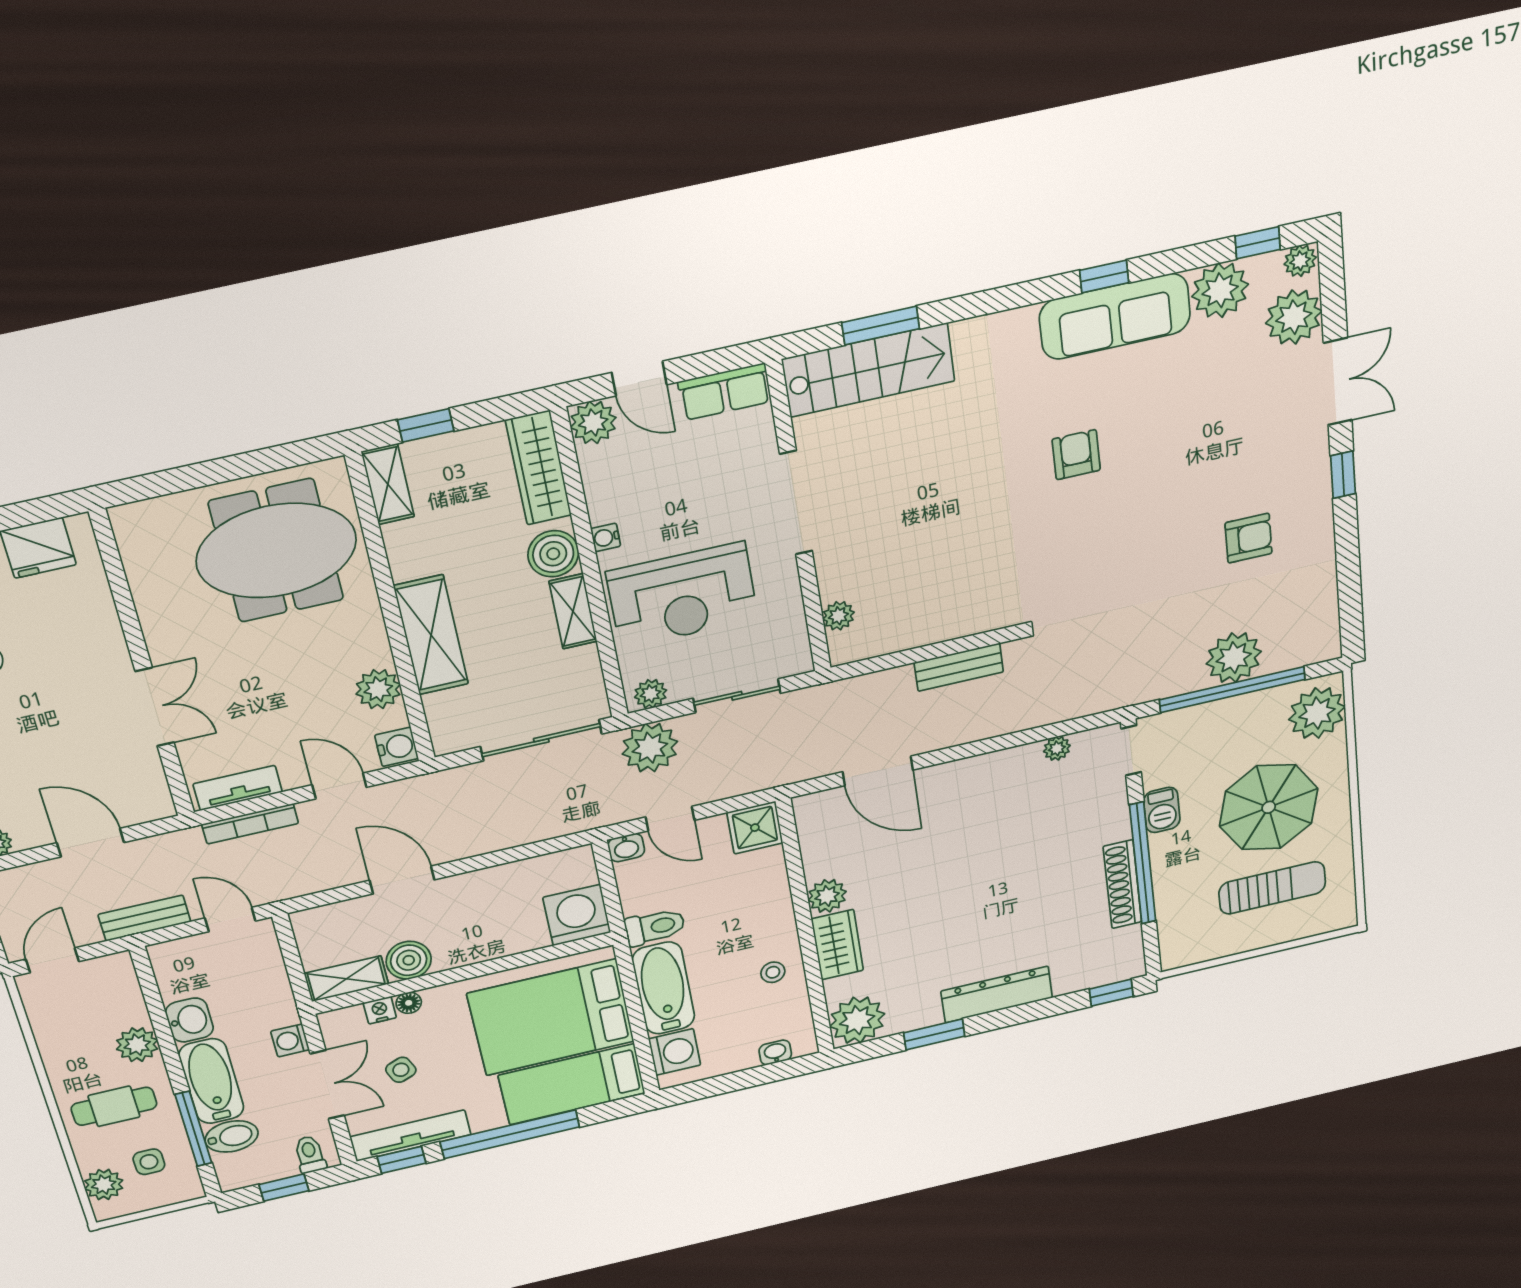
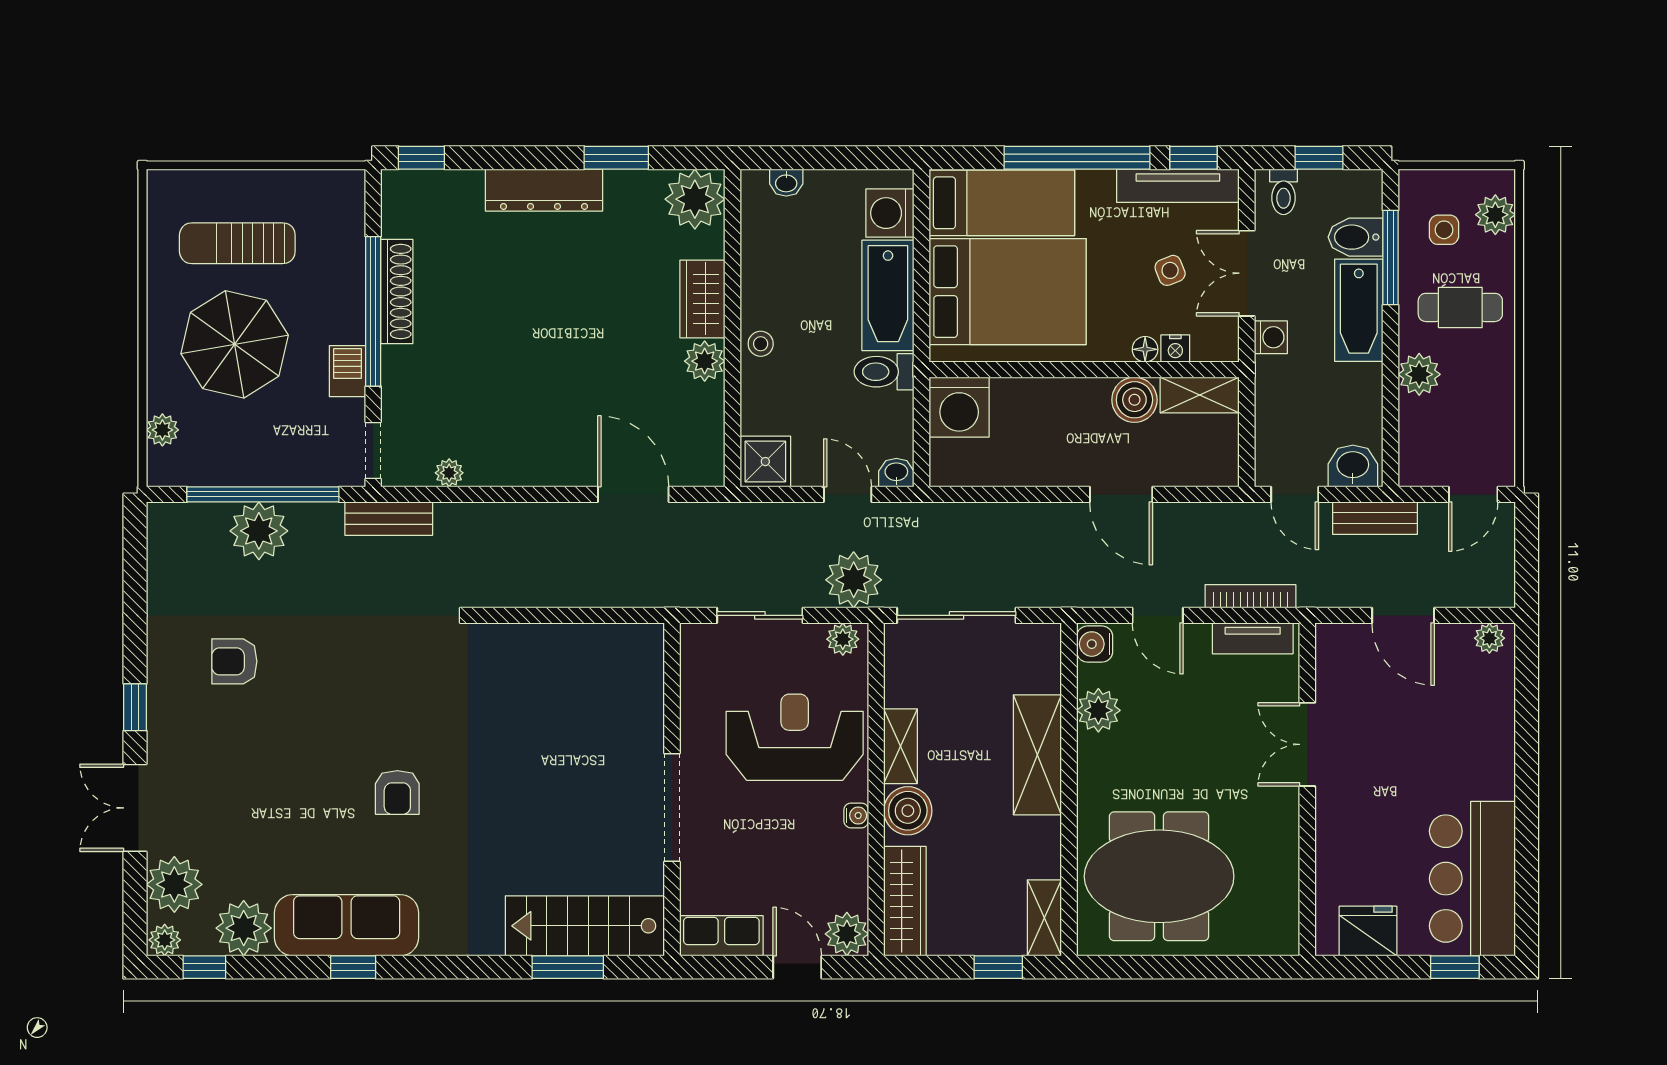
plant: (838, 616) -> (648, 678), removed
bench: (959, 667) -> (389, 519), moved
plant: (1317, 713) -> (162, 430), width x0.53, depth x0.53
stool: (773, 972) -> (761, 344), moved
washbasin: (189, 1020) -> (1353, 466), moved, turned 90

